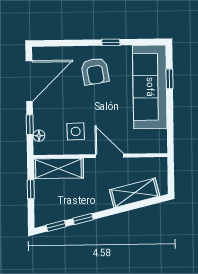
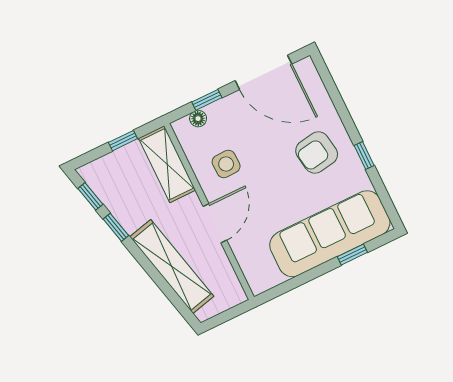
shelving: (135, 193) -> (172, 267), width x1.47

